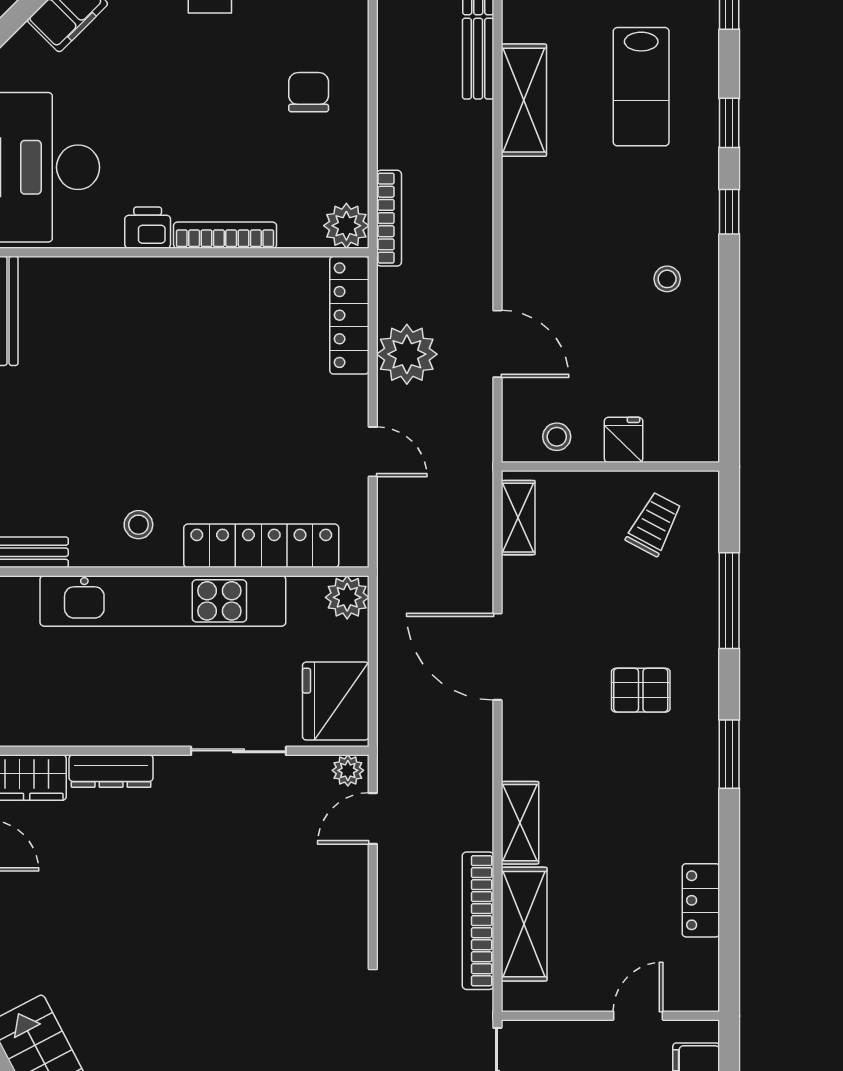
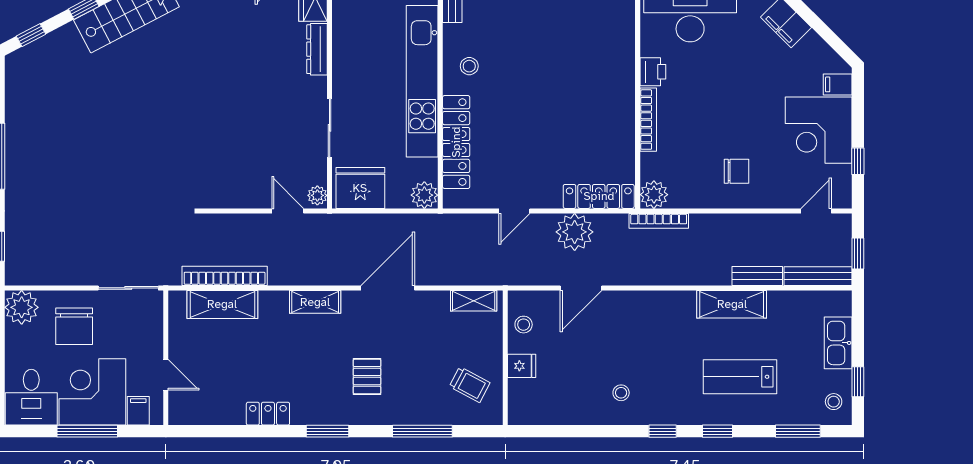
shelving: (520, 823) -> (315, 302), moved
locker: (701, 900) -> (268, 414), moved

